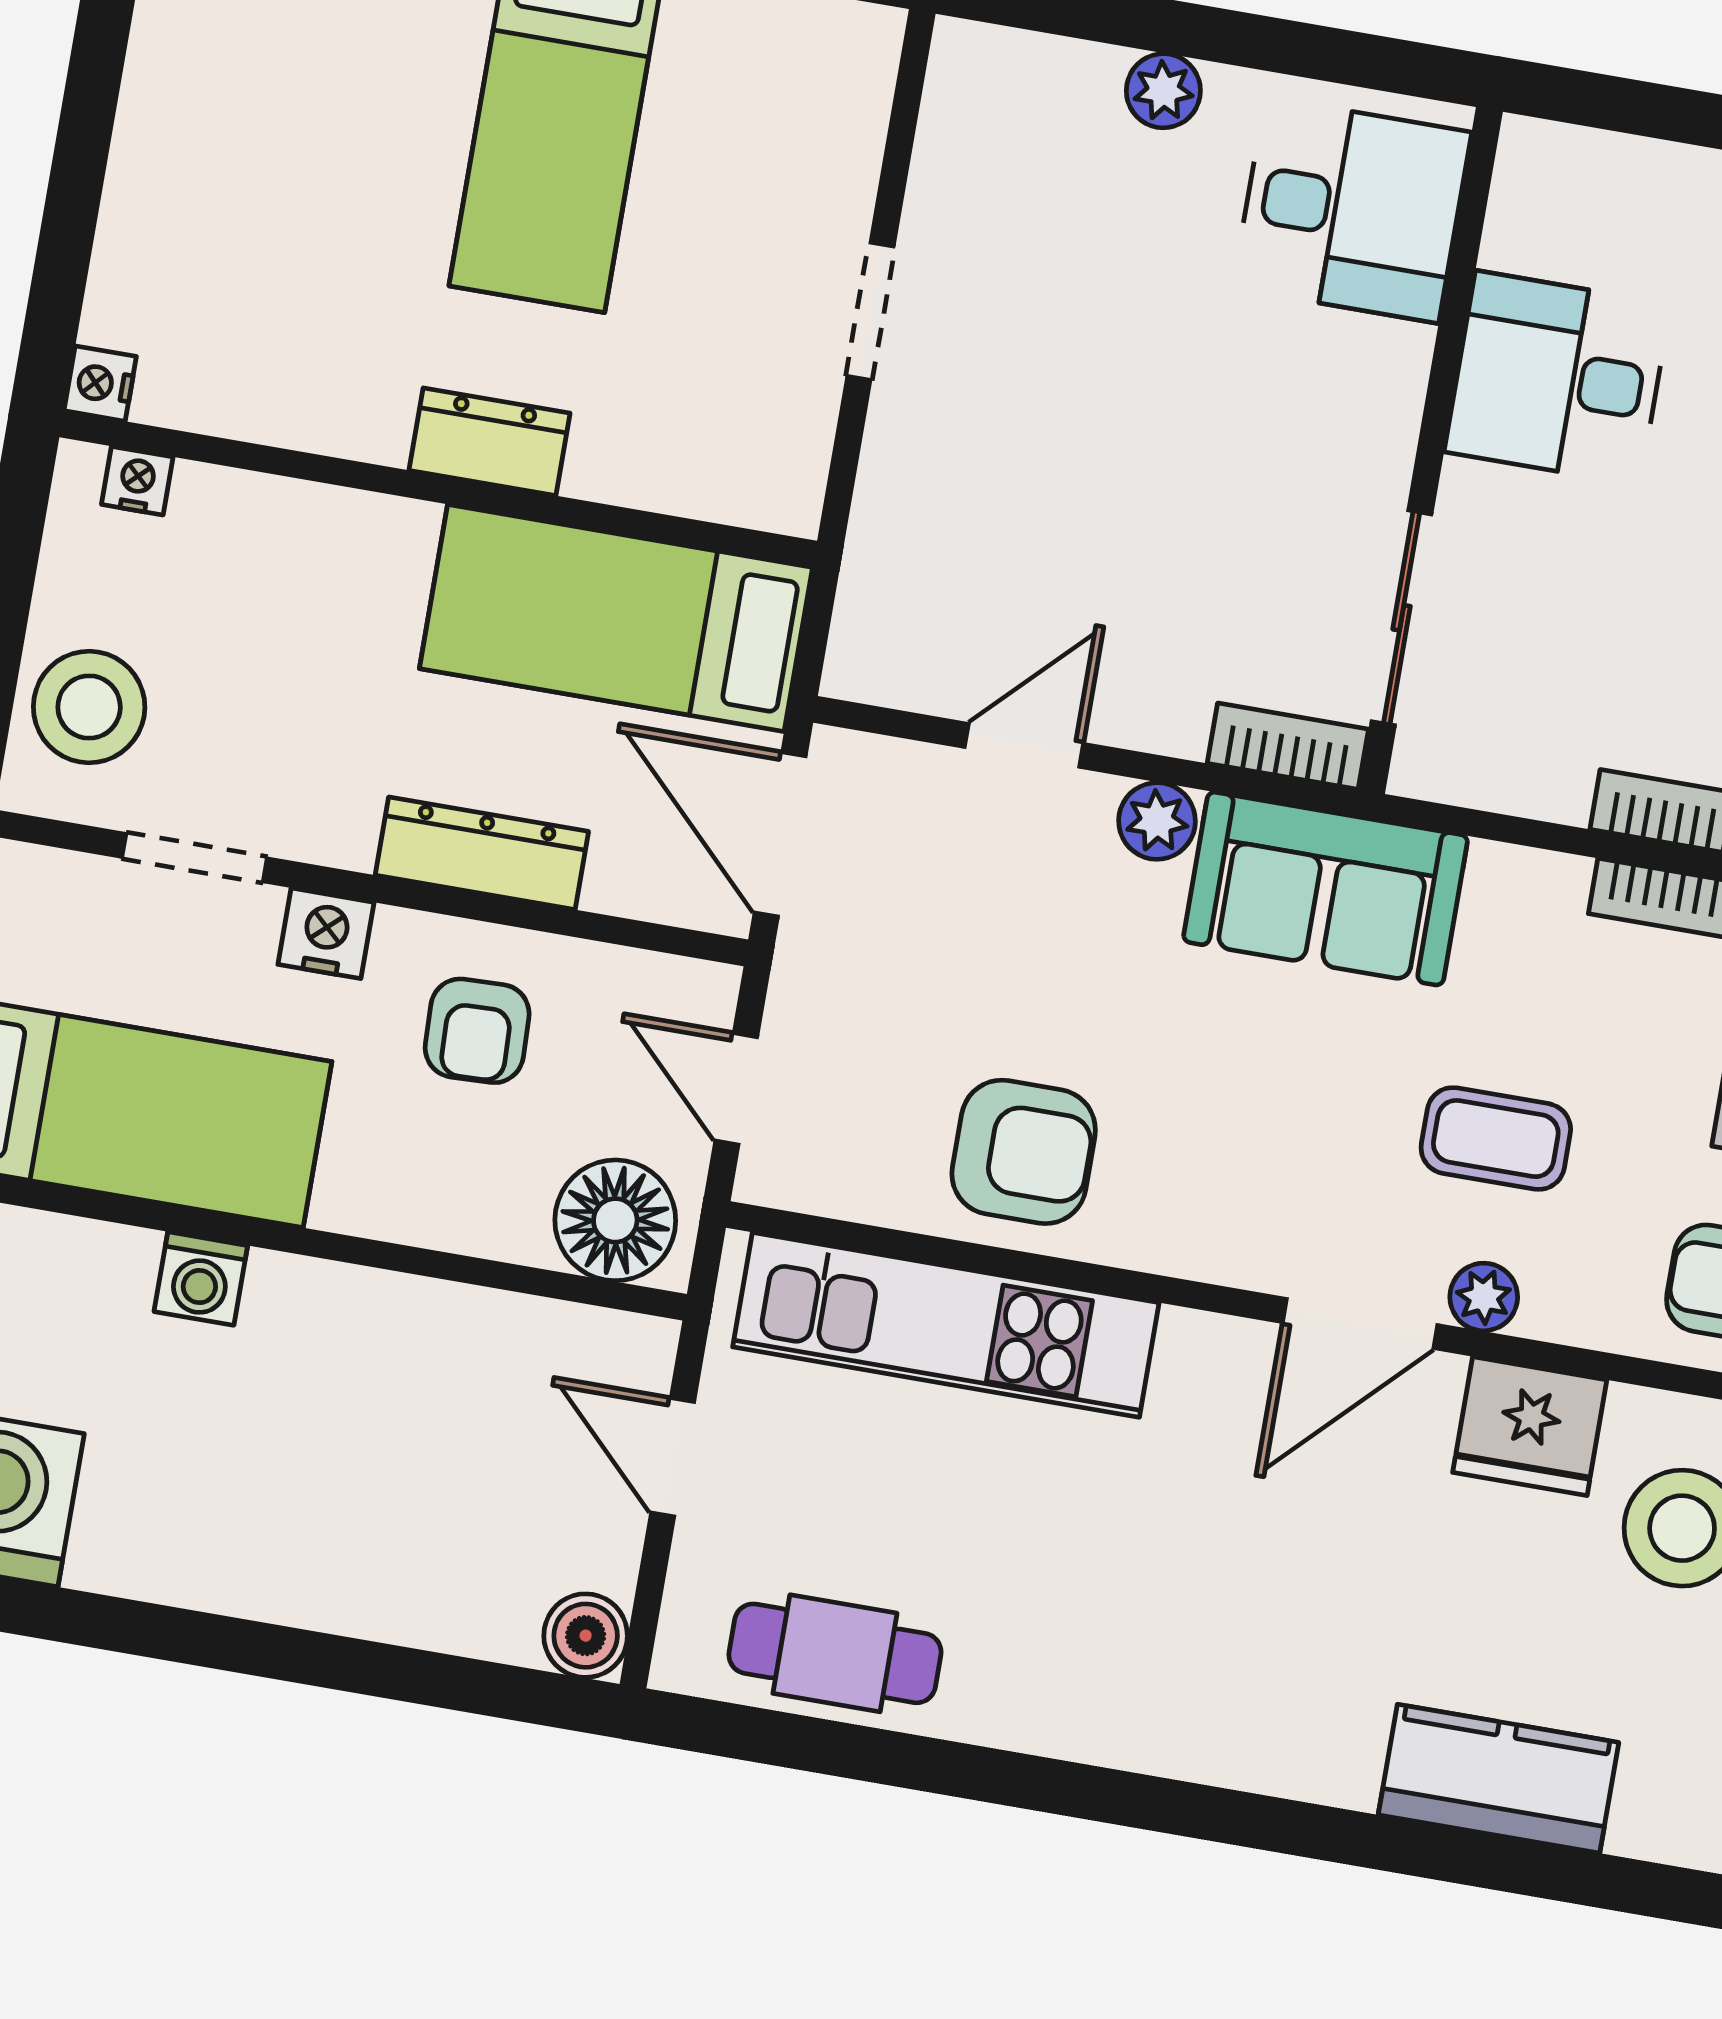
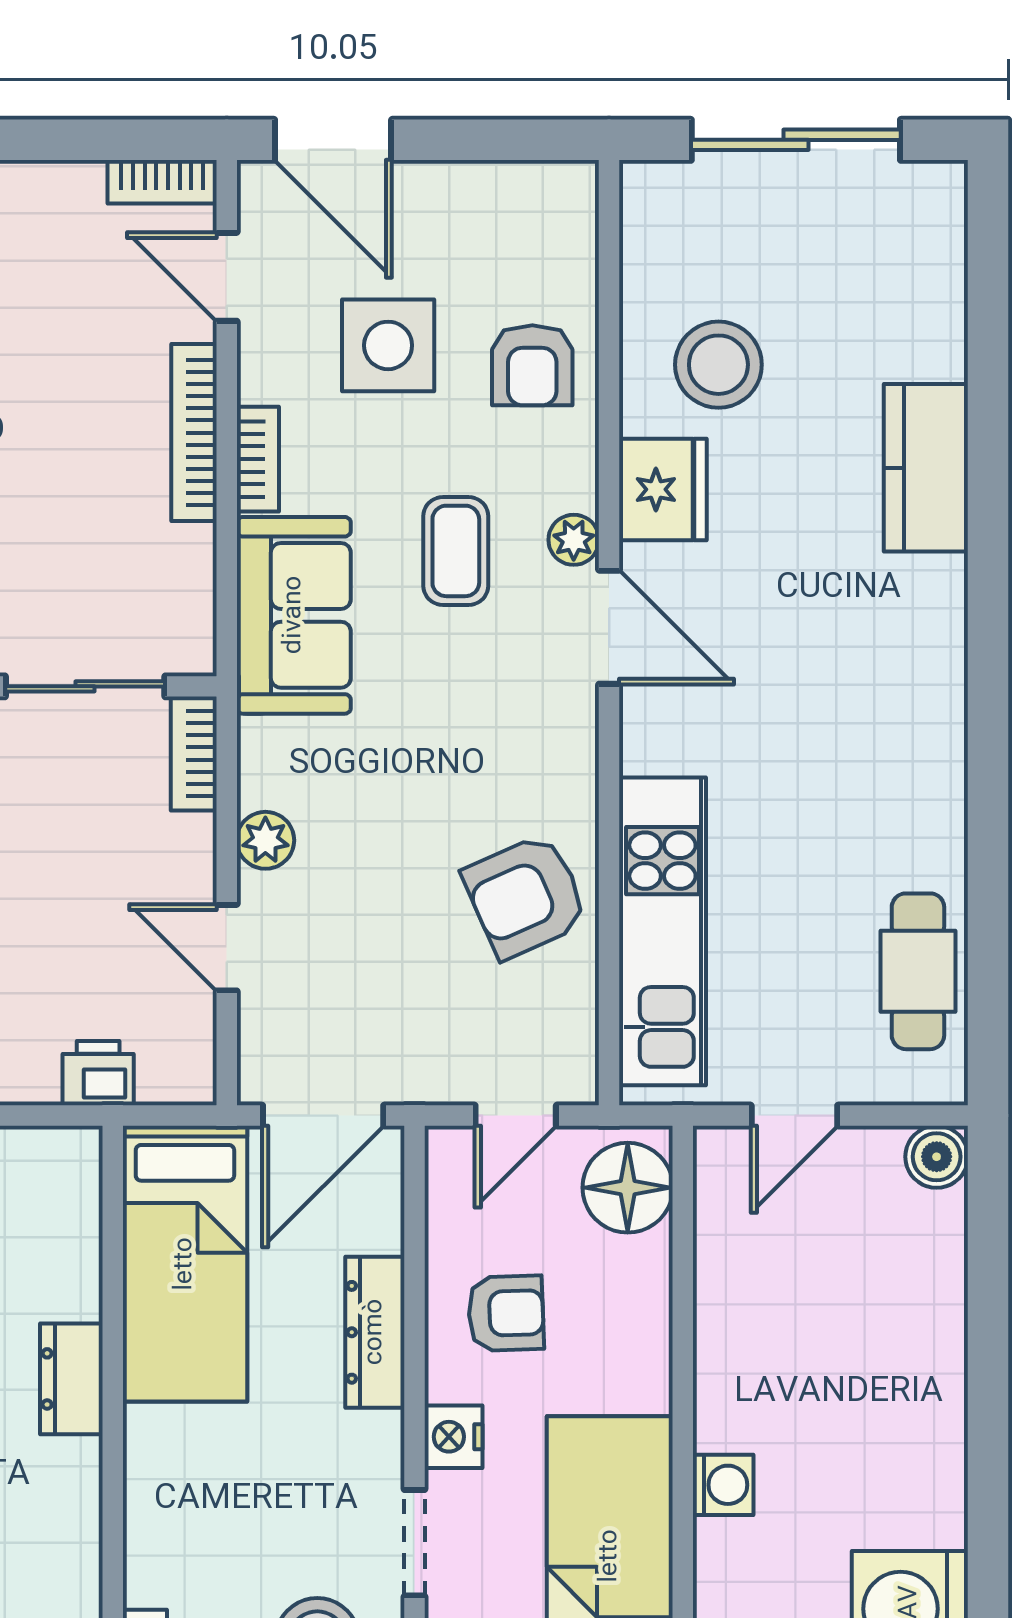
printer: (887, 547) -> (98, 1073), added
sofa: (1326, 889) -> (294, 615), moved
armchair: (1024, 1152) -> (526, 896), turned -114

